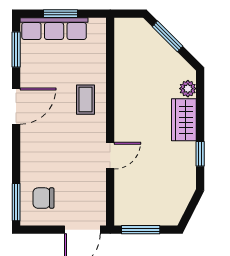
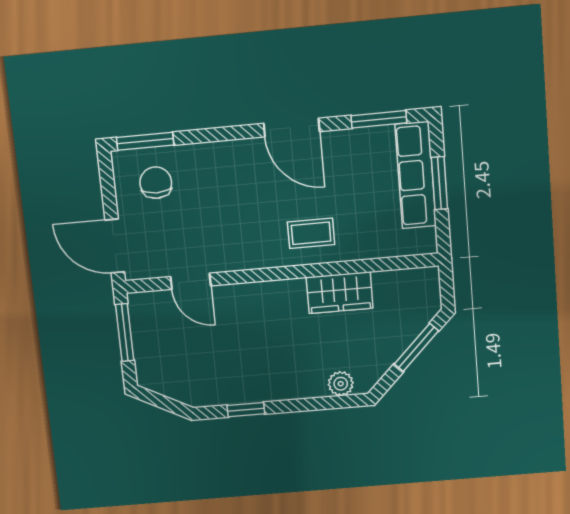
wardrobe: (184, 120) -> (340, 293), moved, turned 180
door: (110, 156) -> (191, 281), moved

